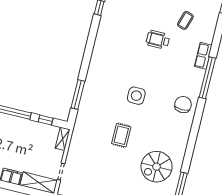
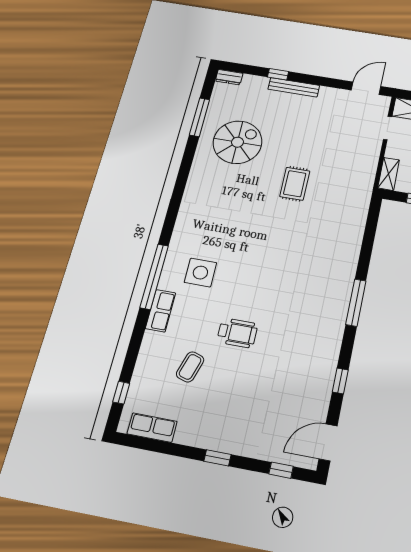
window: (78, 95) -> (356, 303), moved
side table: (136, 96) -> (200, 273), moved
chair: (183, 105) -> (195, 234), removed

